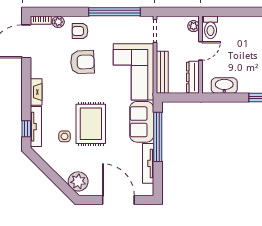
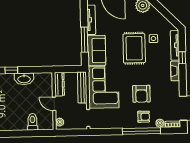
window: (115, 12) -> (141, 131), moved
toilet: (211, 27) -> (32, 122), moved
door: (201, 51) -> (54, 104), hinge flipped
armchair: (82, 62) -> (141, 94), turned -88
washbasin: (224, 86) -> (24, 79), moved
window: (26, 129) -> (182, 58), moved
window: (158, 137) -> (85, 40), width x0.68

